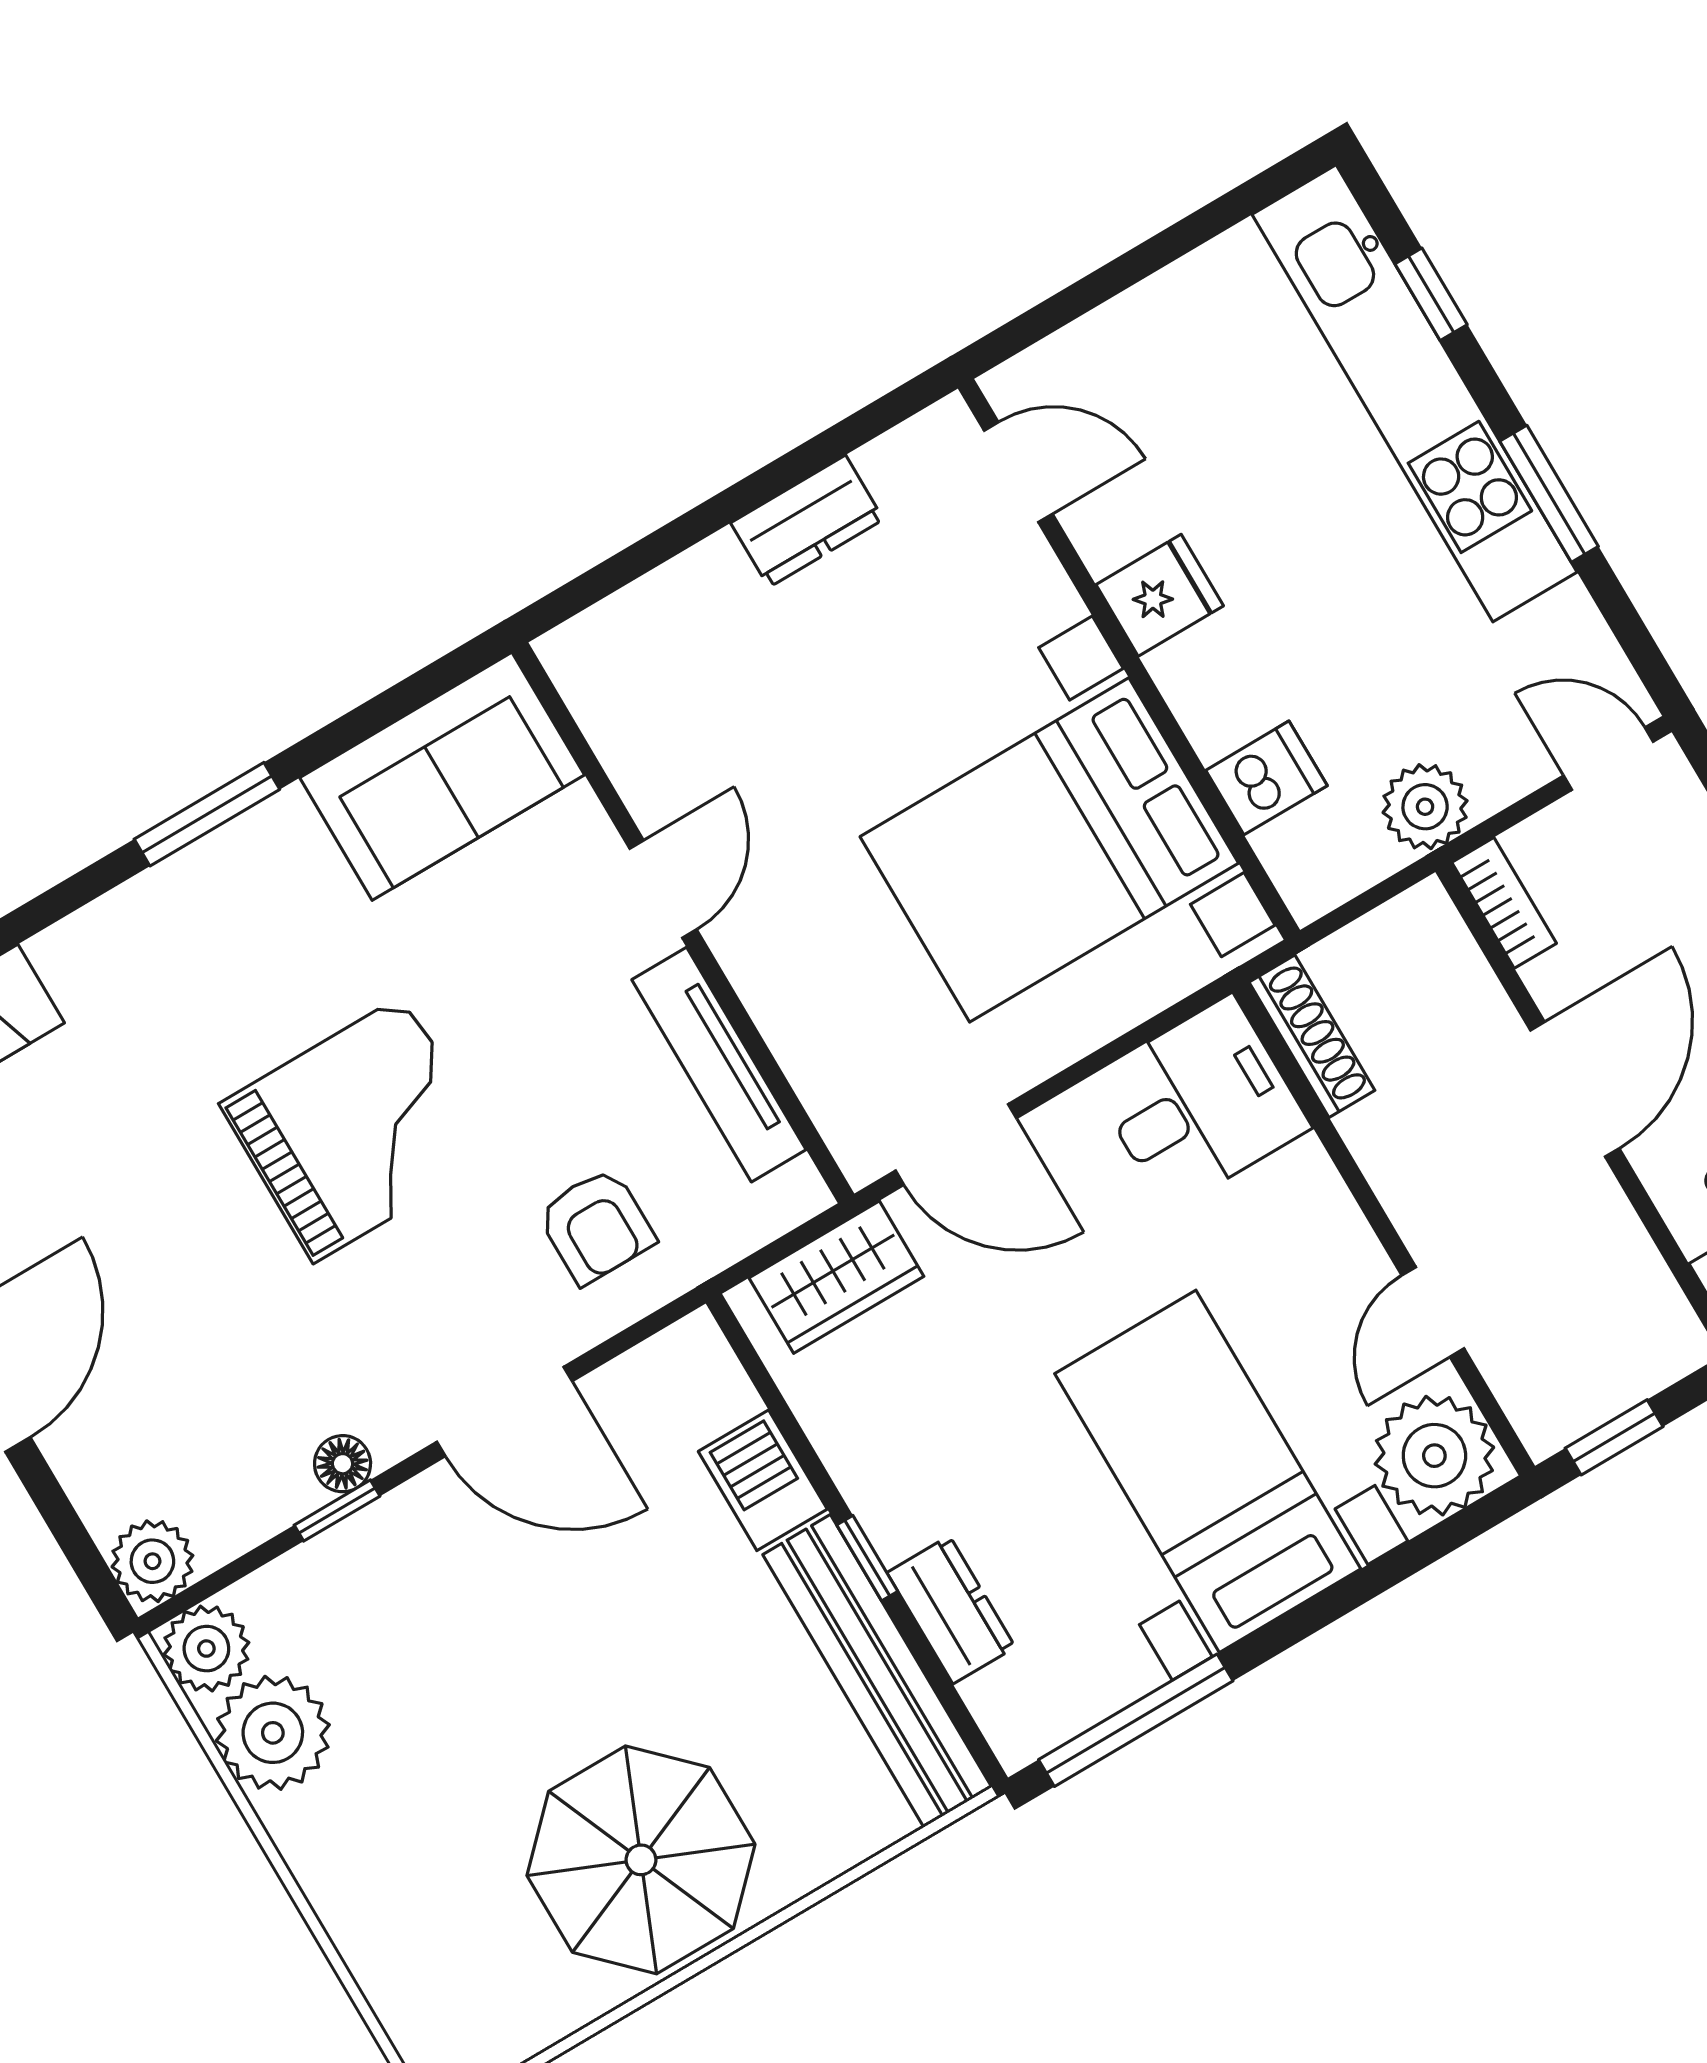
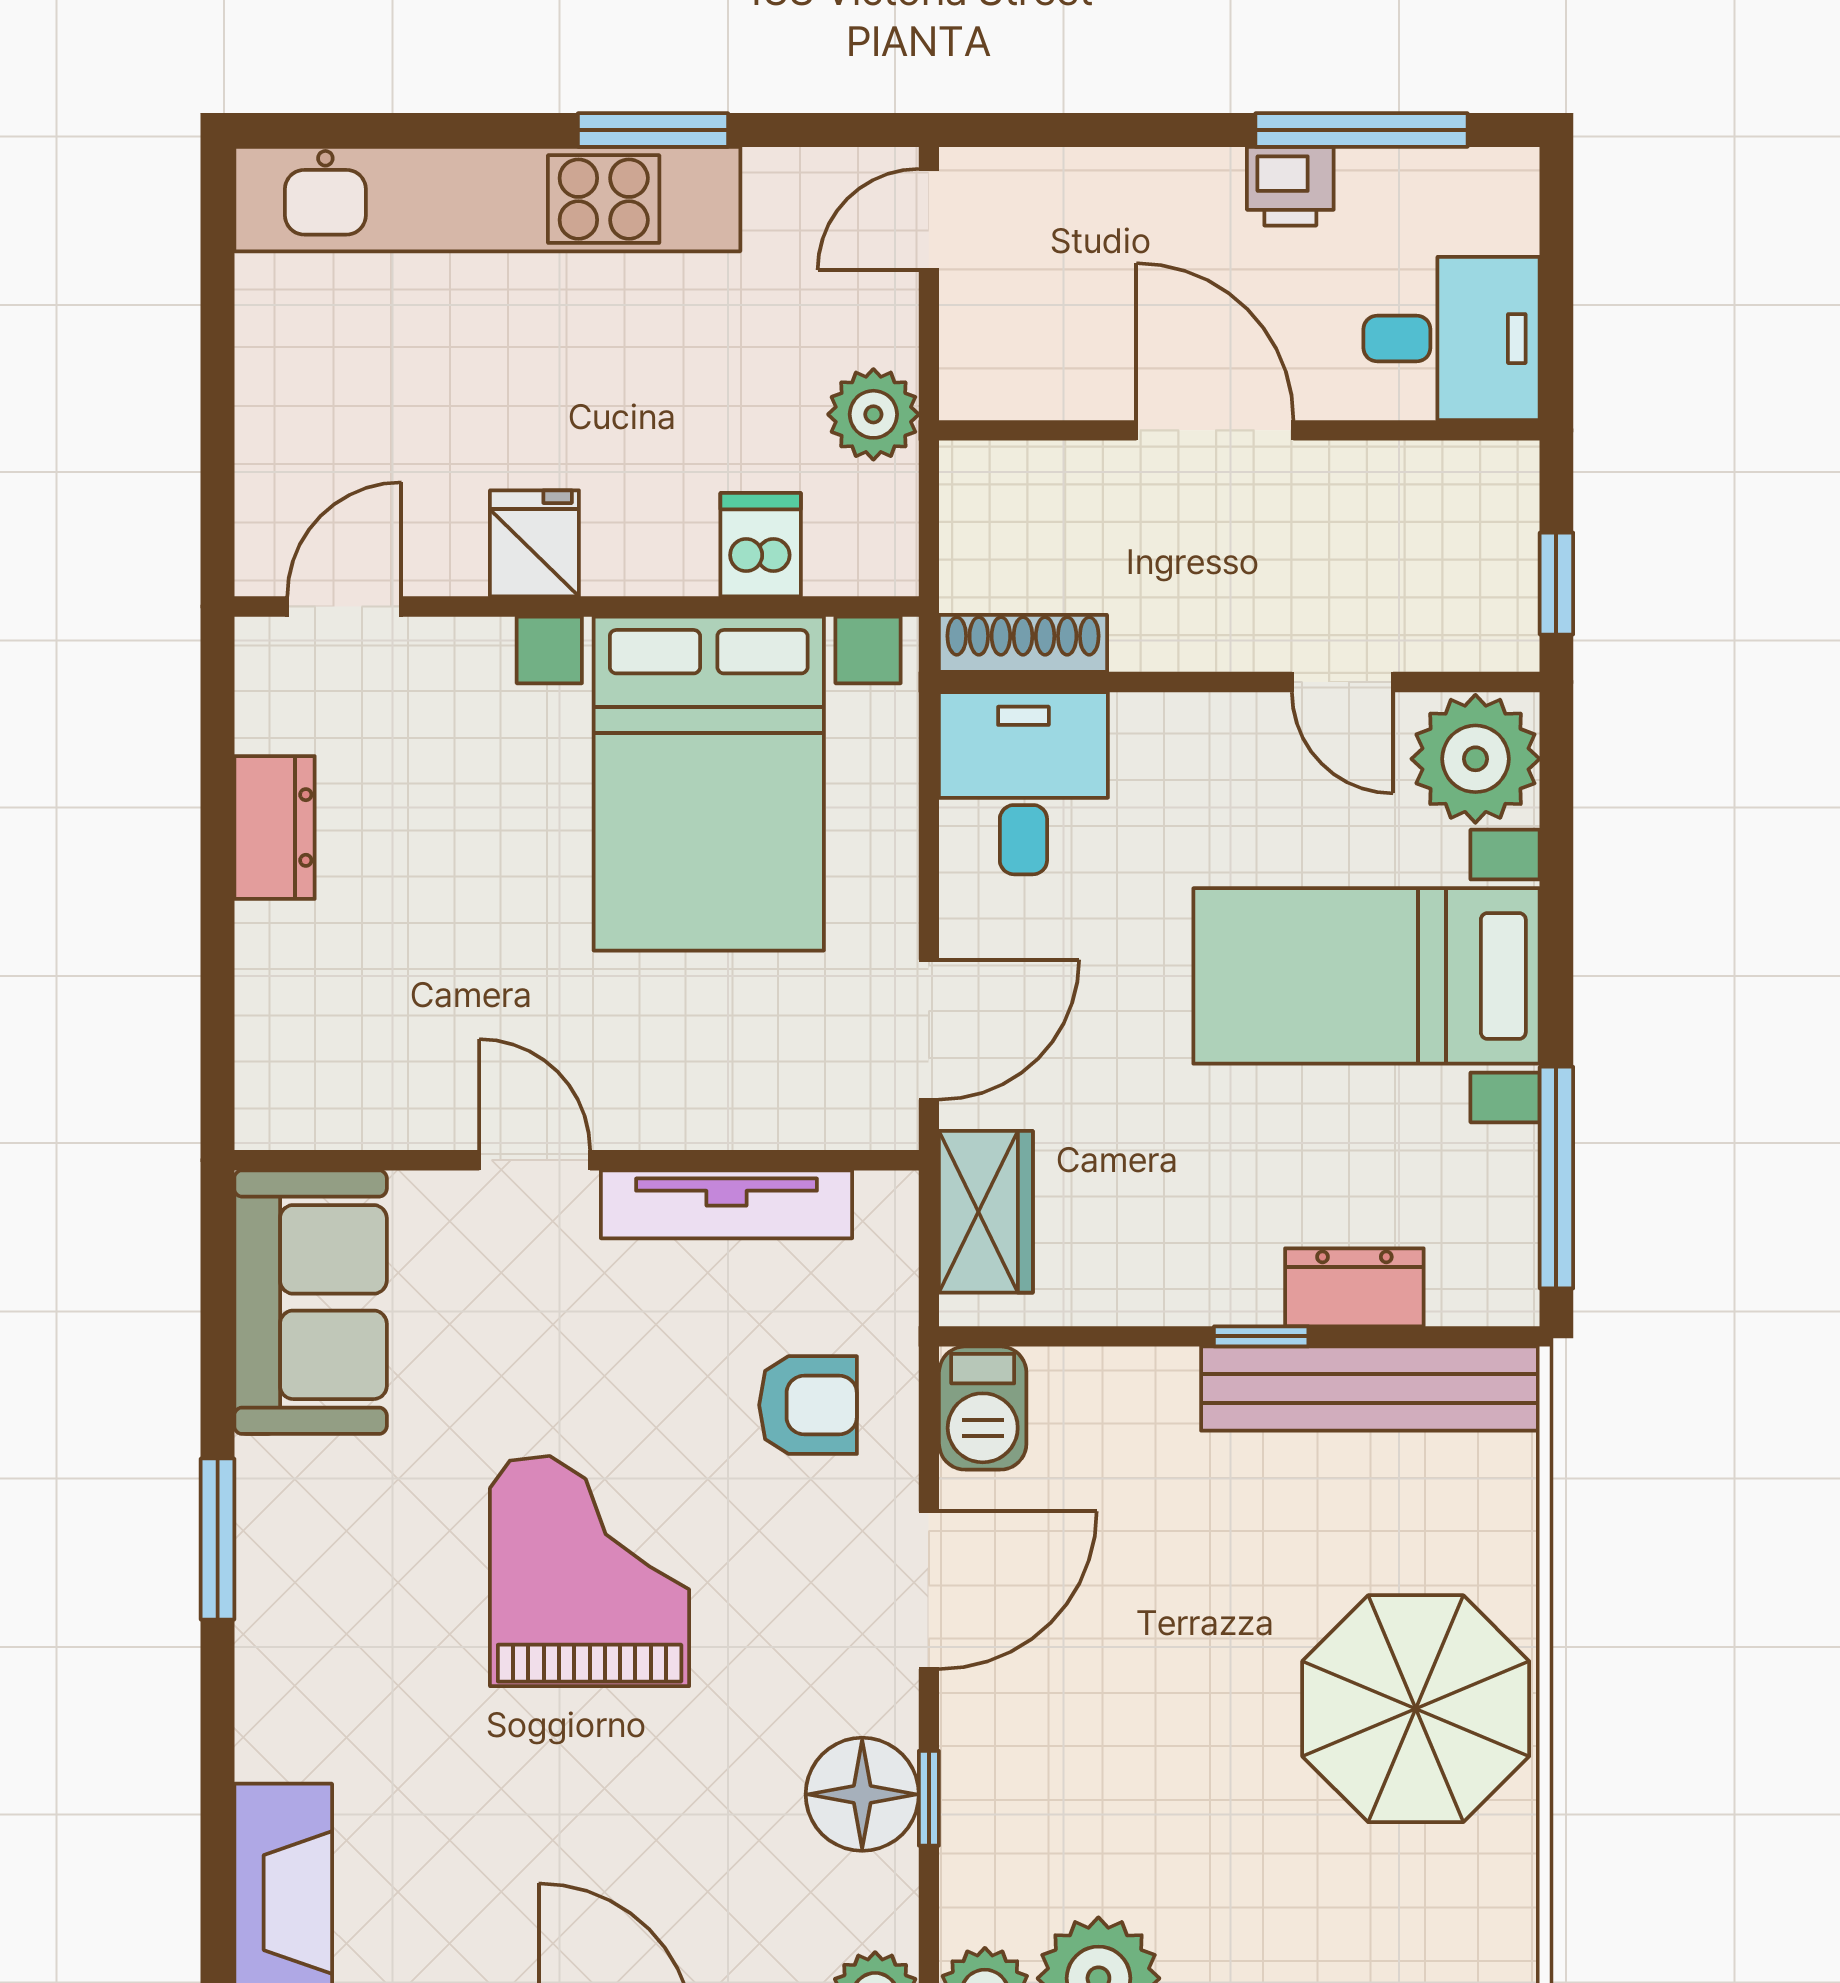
window: (1431, 294) -> (405, 130), removed
bookcase: (1504, 903) -> (1005, 394), removed
floor lamp: (343, 1464) -> (862, 1794), width x1.89, depth x1.89
barbecue: (763, 1480) -> (983, 1408), moved, turned -90

